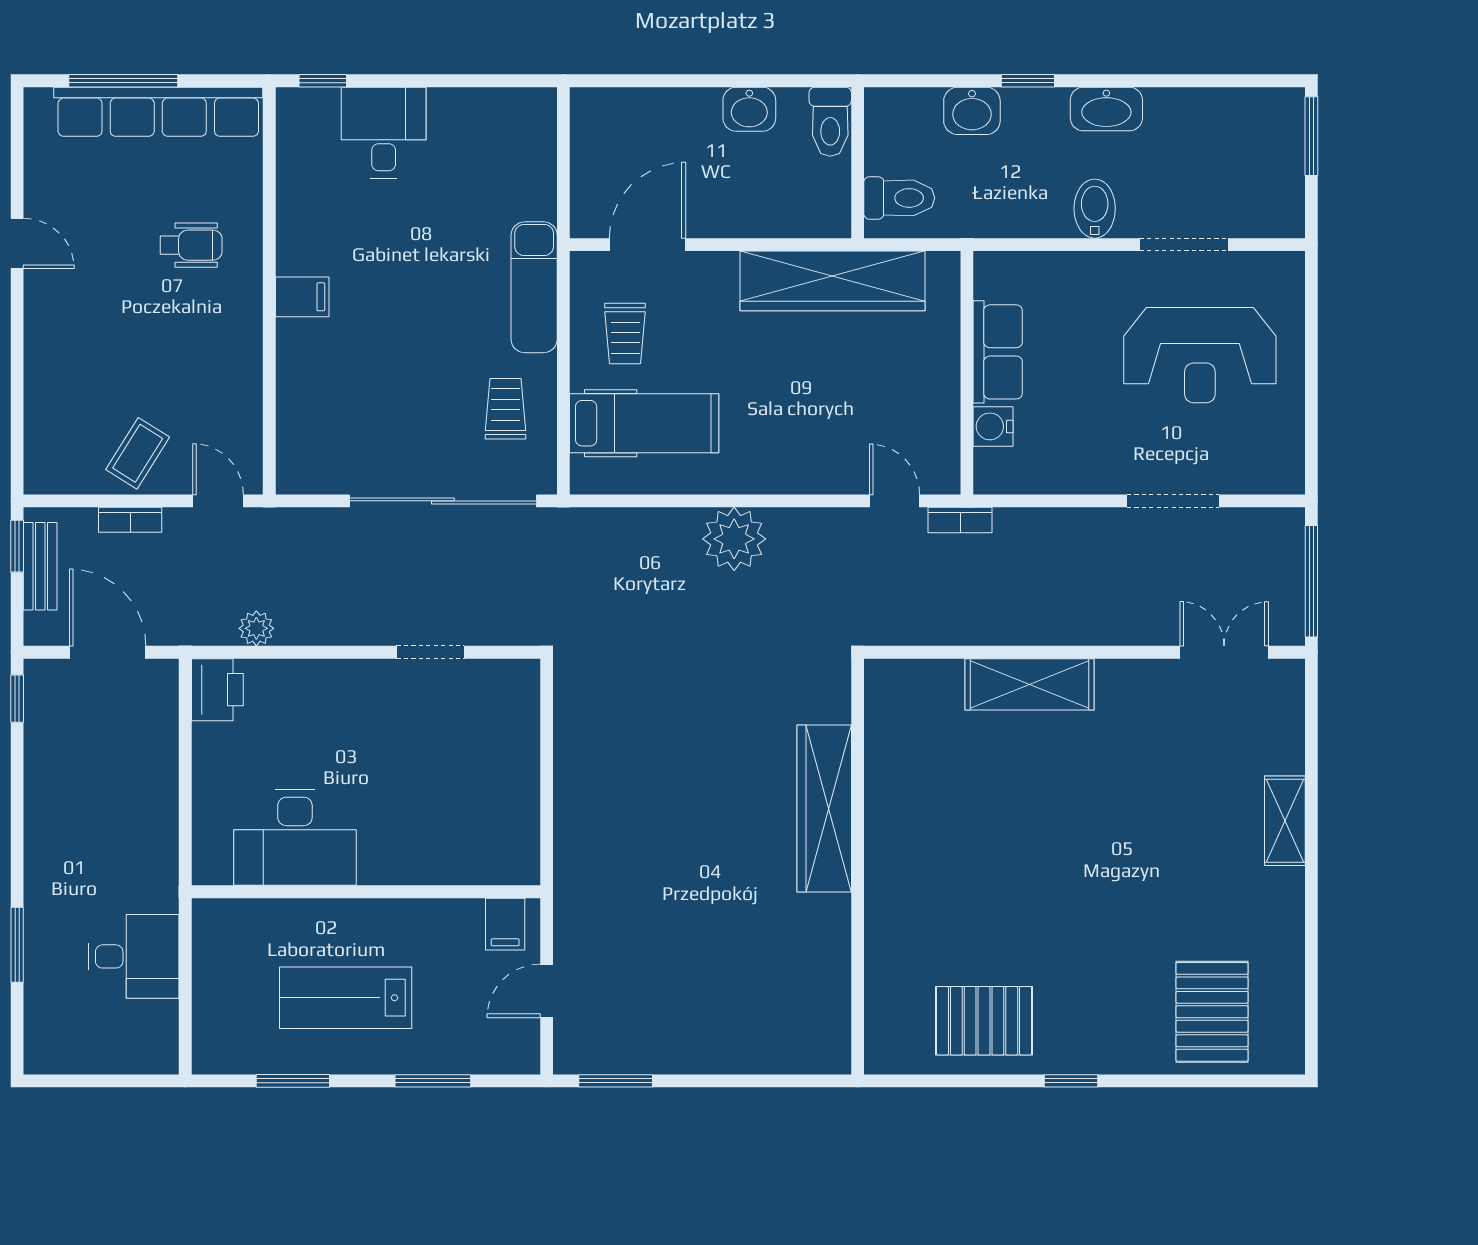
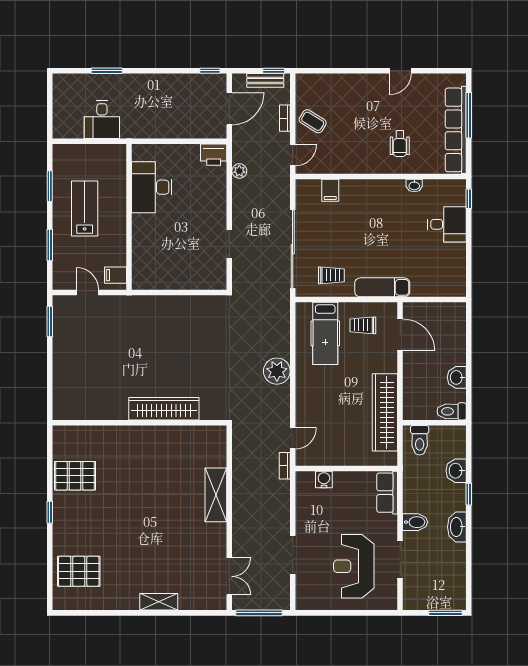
washbasin: (291, 211) -> (414, 186), added
filing cabinet: (302, 297) -> (330, 190), moved
row of seats: (998, 352) -> (387, 493), moved, turned 90
pallet: (984, 1021) -> (75, 476), turned 90

